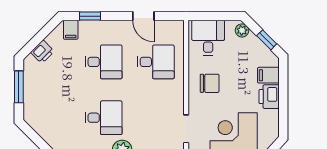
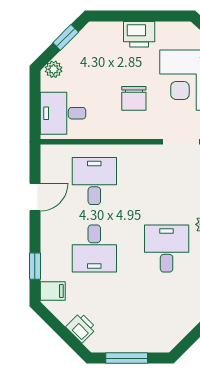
desk: (104, 62) -> (94, 249), turned 180
filing cabinet: (268, 75) -> (112, 35), removed
chair: (210, 83) -> (134, 98), moved, turned 180

